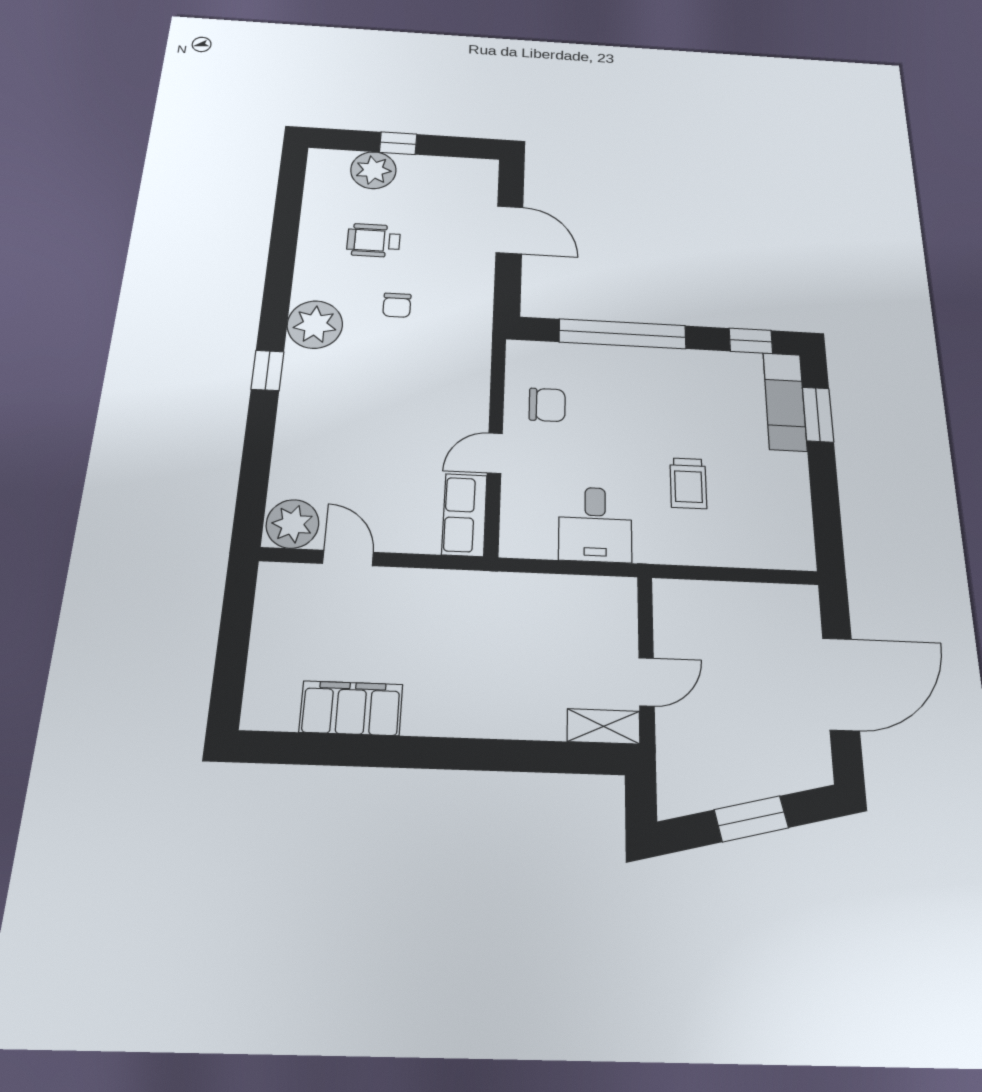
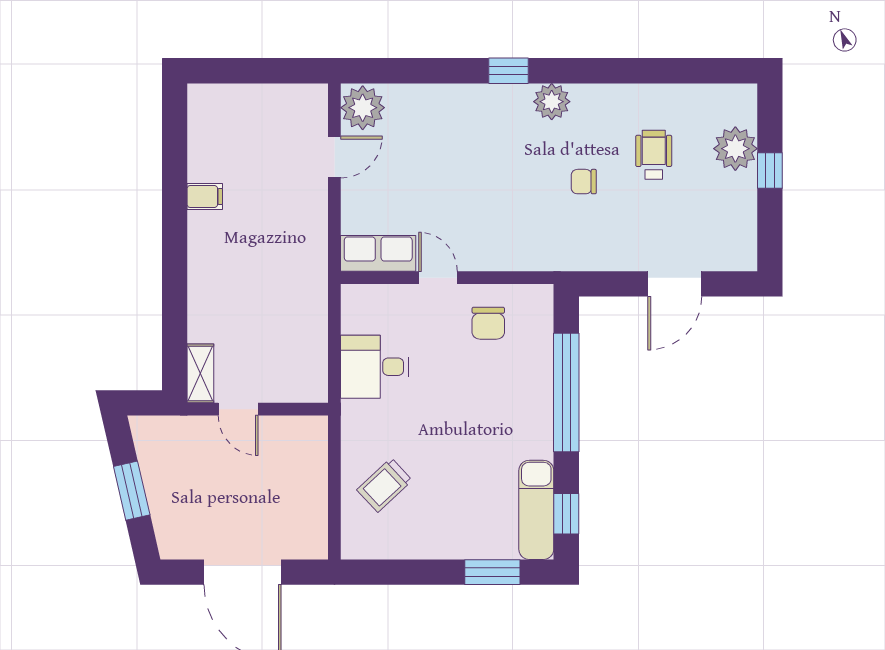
plant: (315, 325) -> (552, 102), width x0.73, depth x0.73
exam couch: (785, 401) -> (536, 510), moved, turned -90
trolley: (688, 483) -> (385, 485), moved, turned -43
filing cabinet: (351, 708) -> (205, 197), width x0.33, depth x0.86

